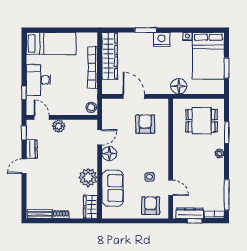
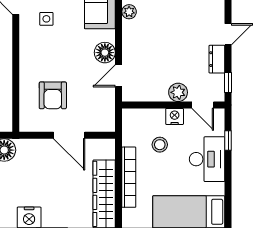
stool: (91, 107) -> (160, 145), moved
nightstand: (61, 109) -> (175, 116), added
plant: (88, 177) -> (129, 12), width x0.53, depth x0.53

